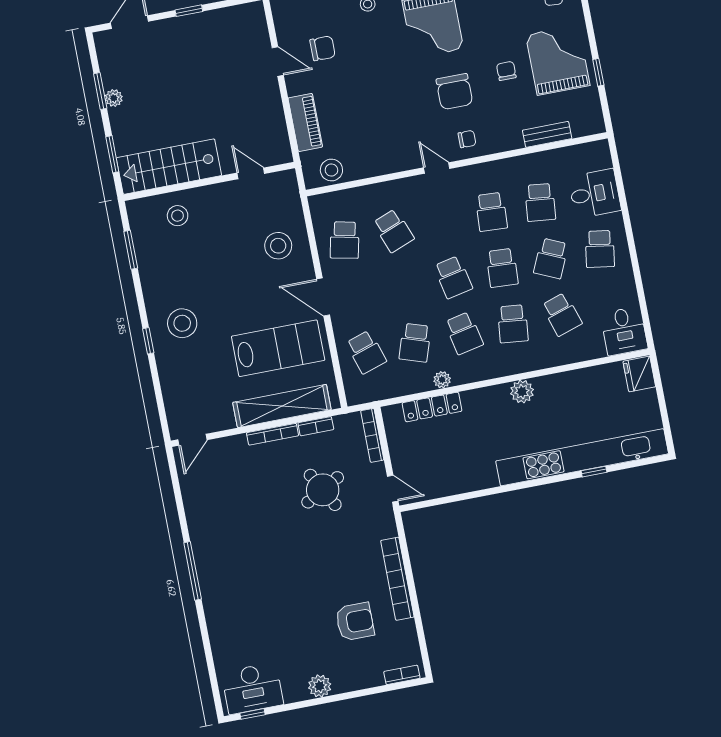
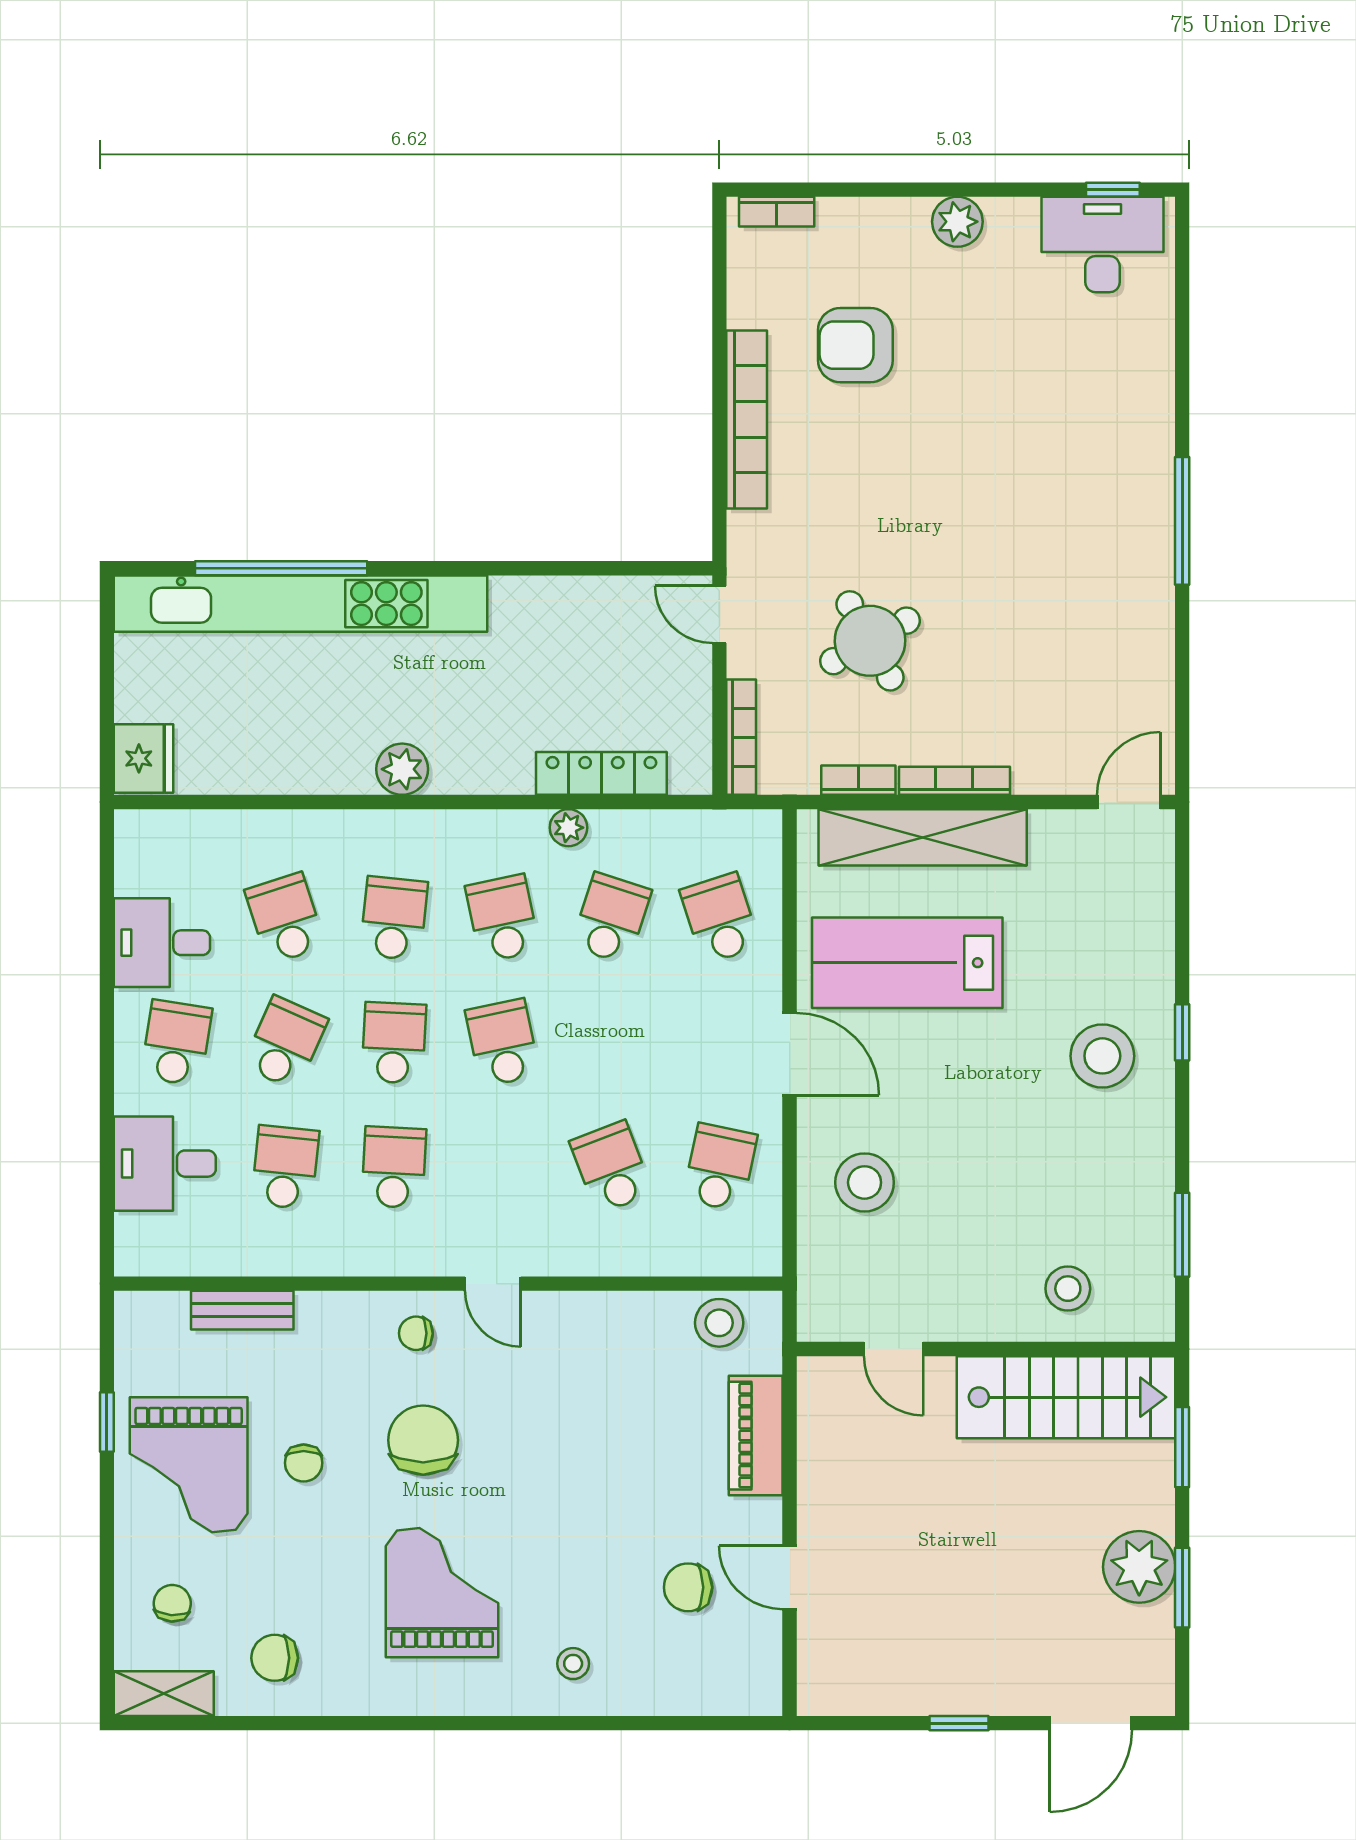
plant: (114, 98) -> (1139, 1567), width x1.88, depth x1.88
desk: (624, 331) -> (162, 943), moved, turned -90
window: (594, 472) -> (281, 568), width x3.17

